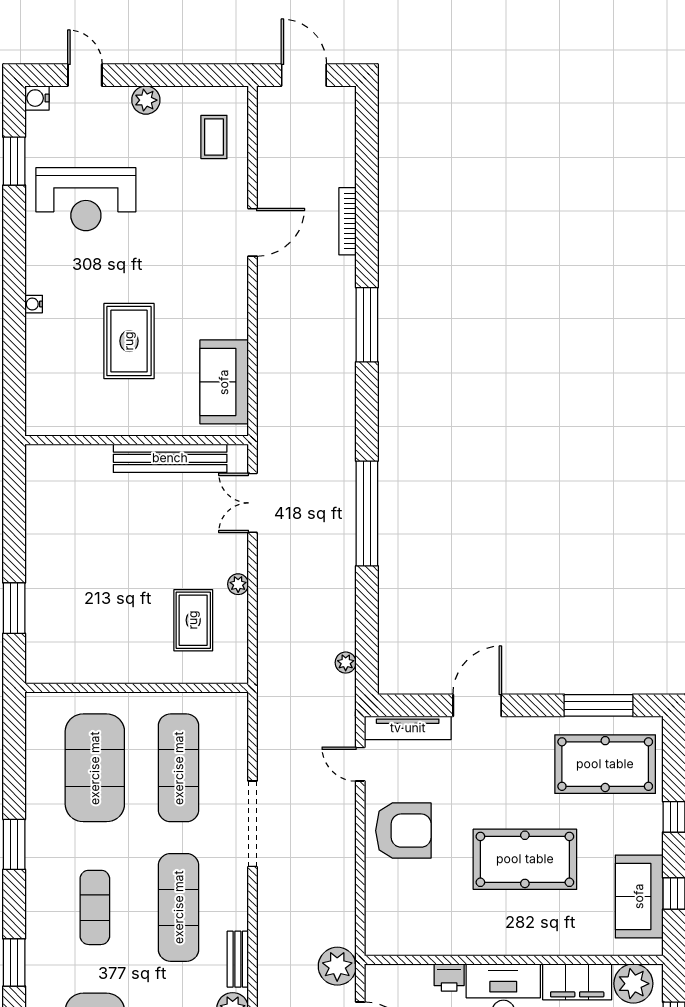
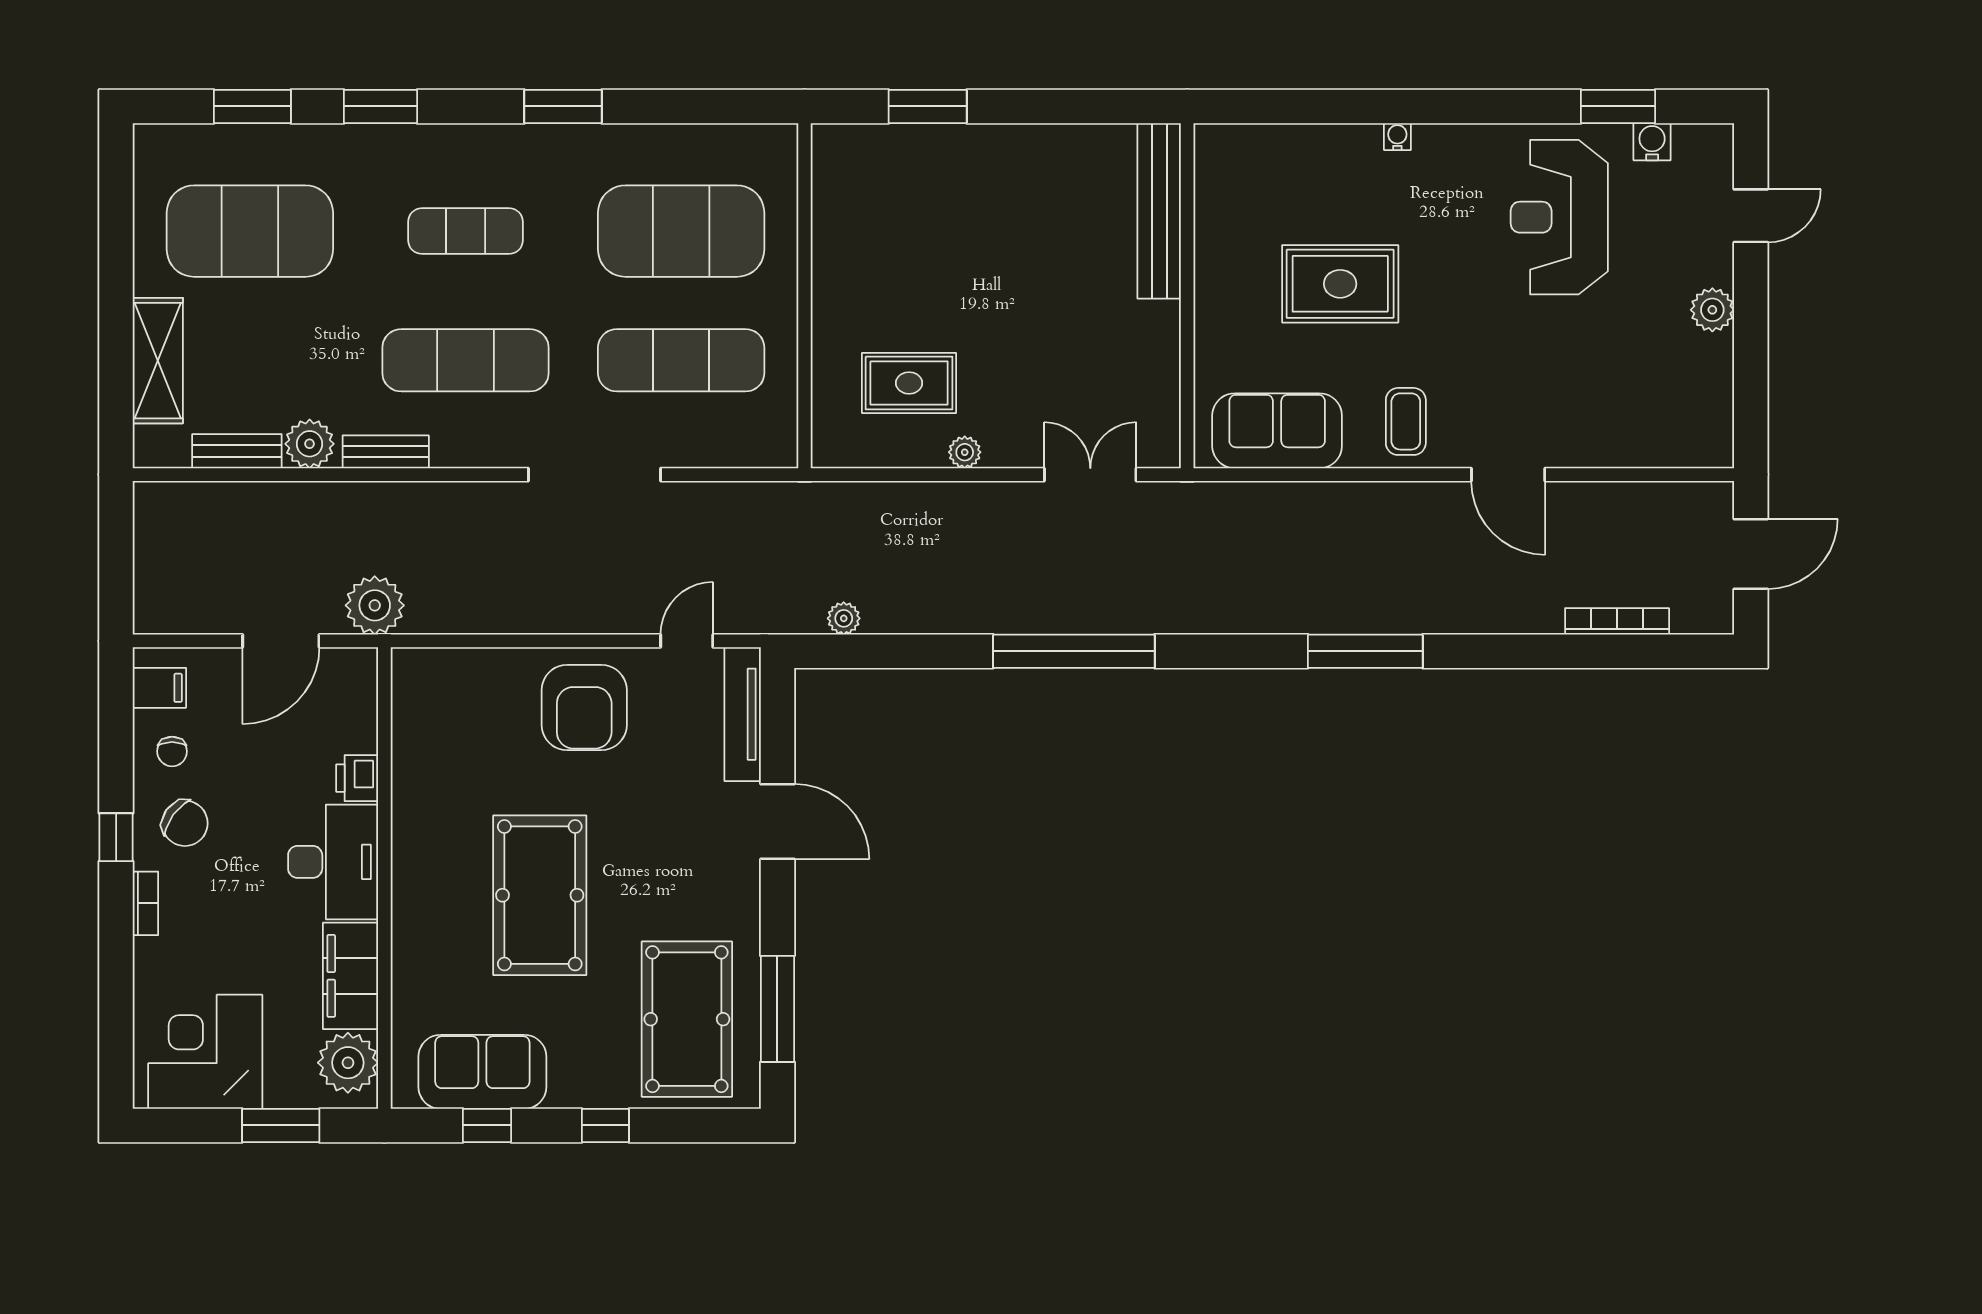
water cooler: (37, 98) -> (1652, 142), moved
coffee table: (214, 137) -> (1406, 421), moved, turned 90
bookcase: (348, 221) -> (1617, 621), moved
bench: (170, 458) -> (1159, 211), moved

